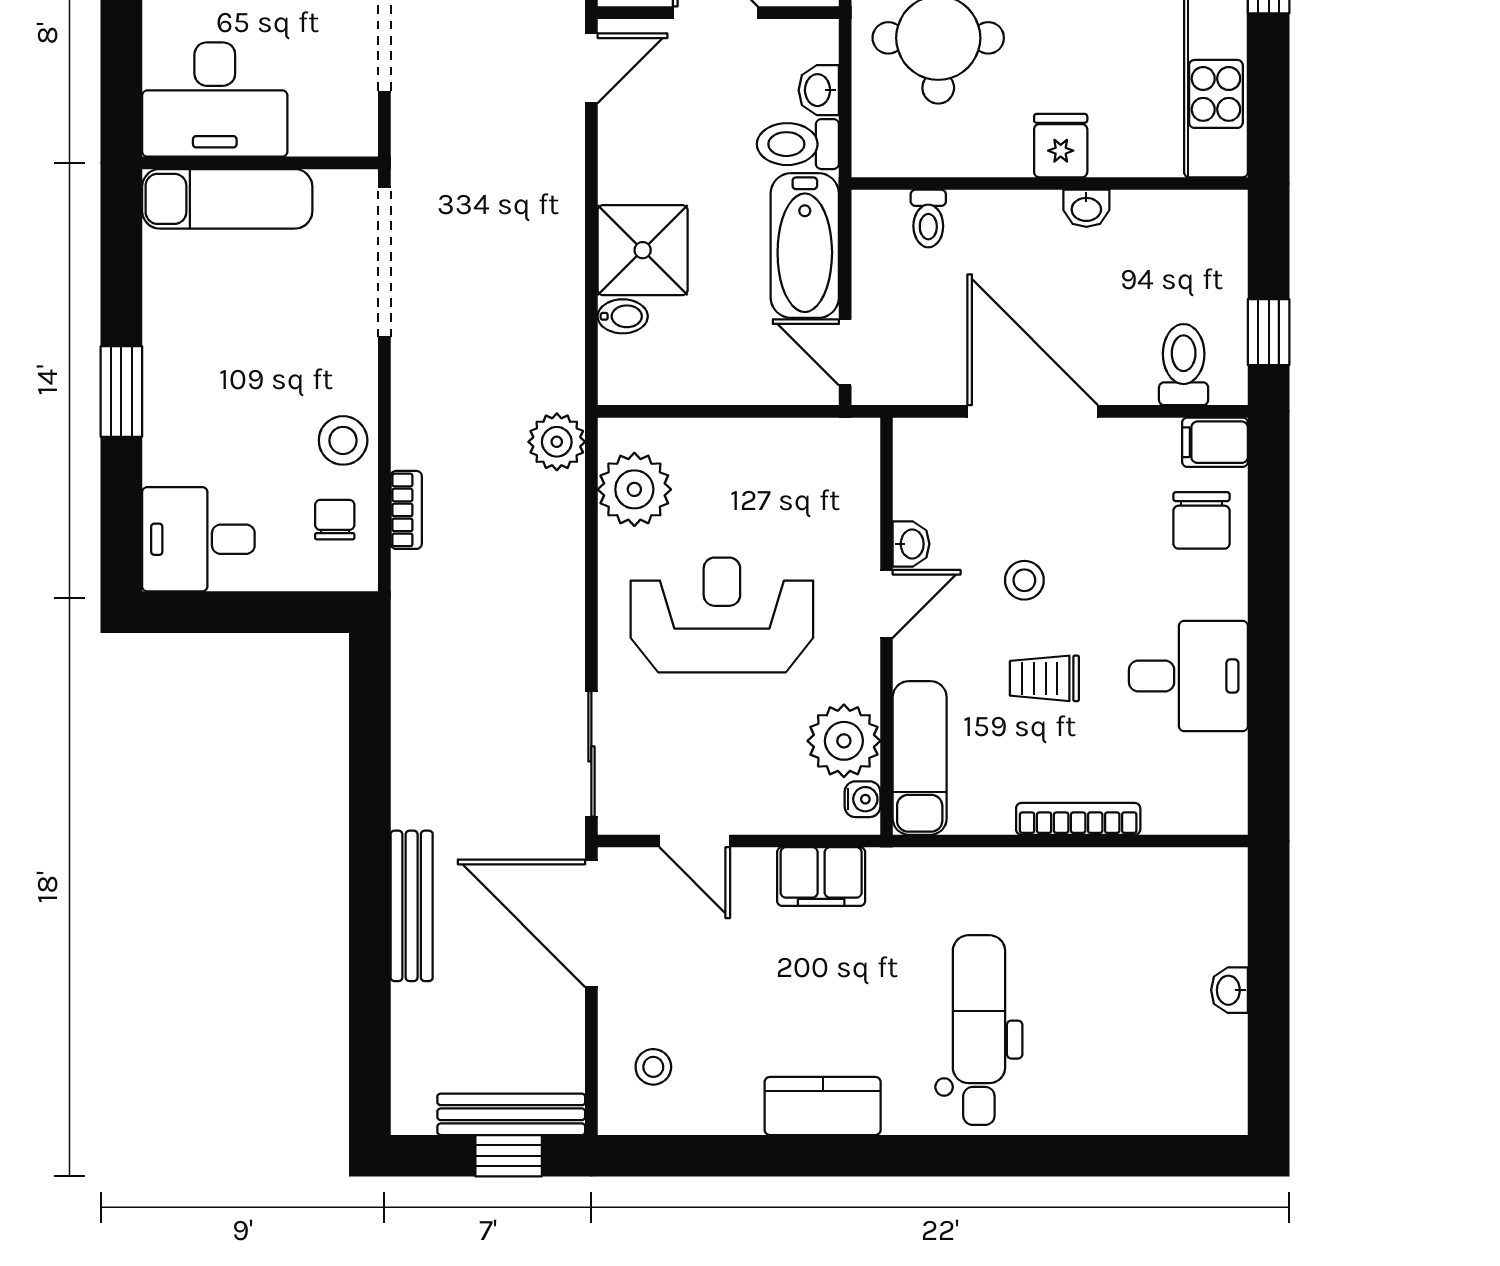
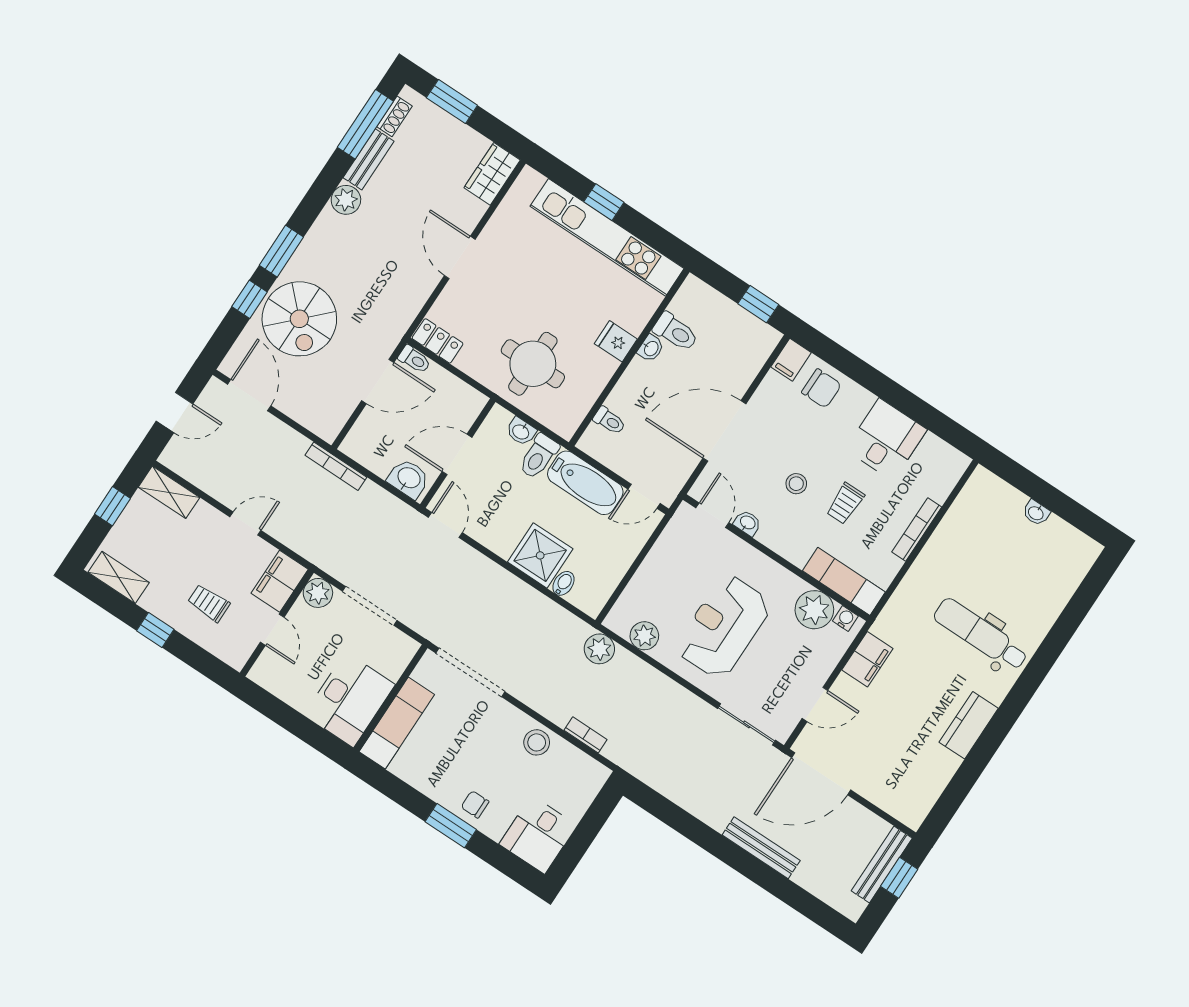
toilet: (1184, 365) -> (676, 332), moved, turned 180
plant: (634, 489) -> (644, 636), width x0.73, depth x0.73
chair: (335, 520) -> (475, 804), moved
door: (887, 604) -> (712, 515), moved
stool: (653, 1067) -> (902, 788), removed

